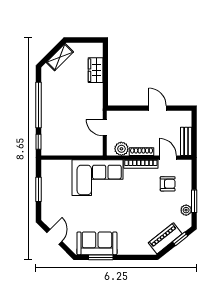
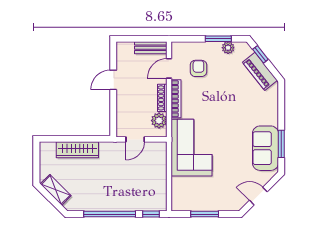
wardrobe: (96, 70) -> (77, 150), width x1.50

